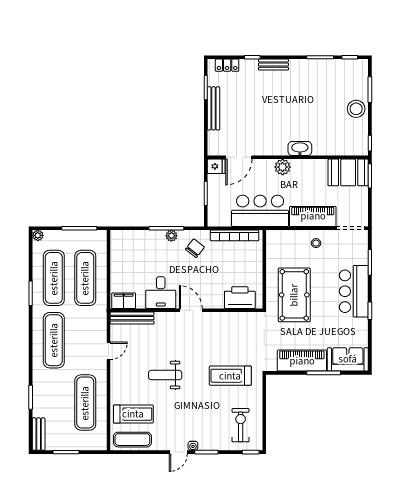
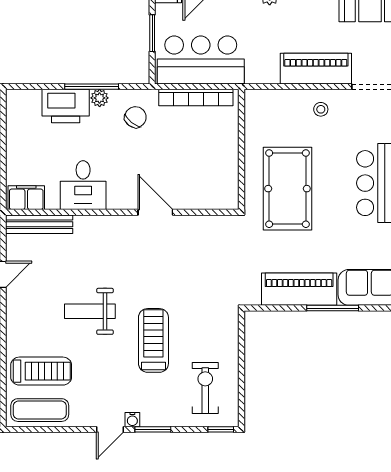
bar counter: (260, 211) -> (201, 60), moved
printer: (240, 298) -> (66, 106), moved, turned 180
door: (191, 310) -> (155, 212), moved
treadmill: (230, 376) -> (153, 340), moved, turned 90

